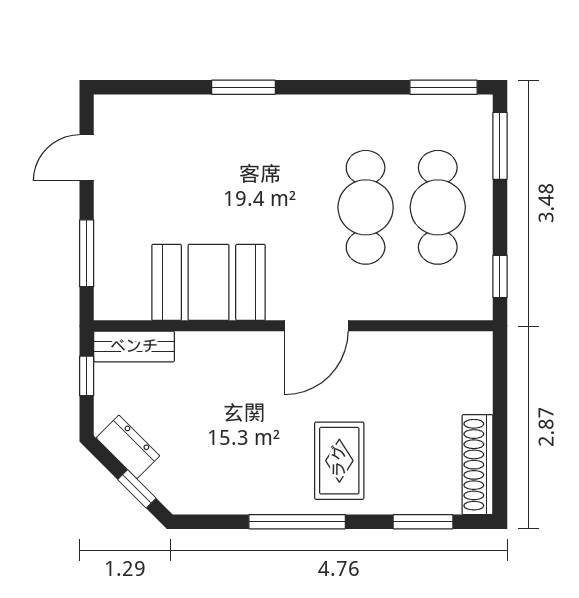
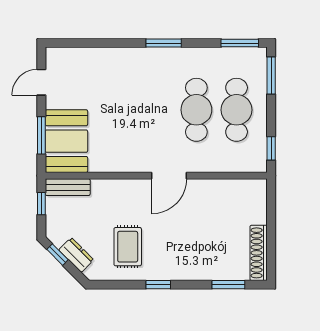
window: (243, 87) -> (164, 43), moved
booth: (209, 282) -> (66, 141), moved, turned 90
dresser: (128, 447) -> (76, 255), moved
rug: (339, 461) -> (128, 247), moved
window: (137, 489) -> (58, 255), moved
window: (297, 522) -> (158, 285), width x0.46

